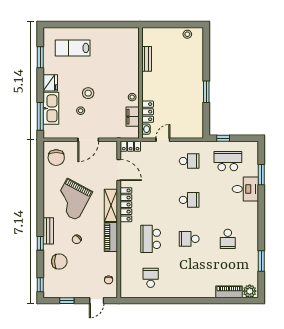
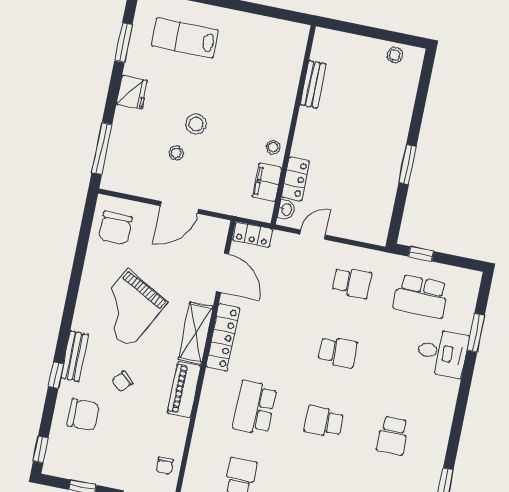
kitchen sink: (51, 108) -> (124, 138), removed
school desk: (228, 161) -> (421, 296), turned 180

